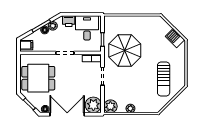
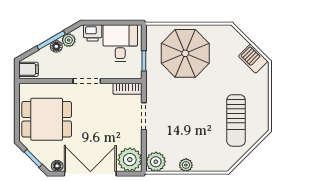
parasol: (125, 50) -> (185, 53), moved

